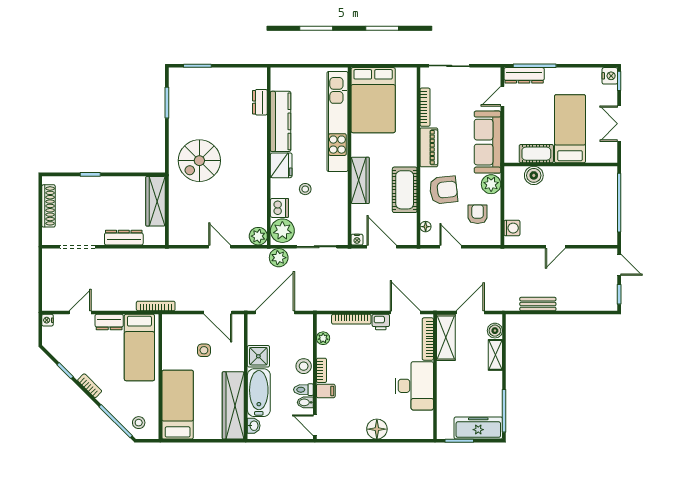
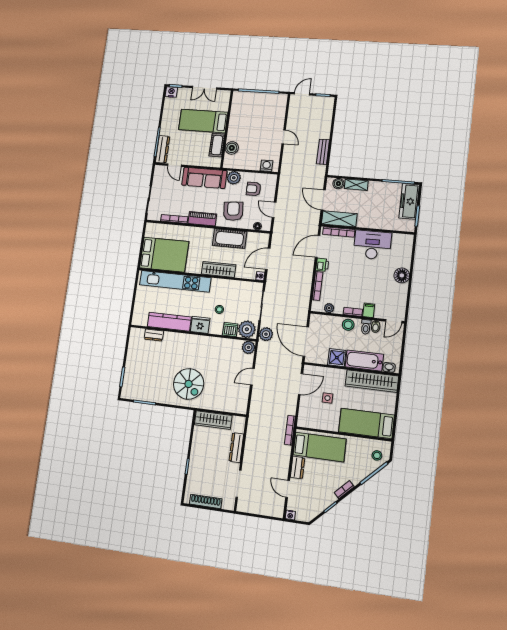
door: (450, 247) -> (274, 210), hinge flipped

